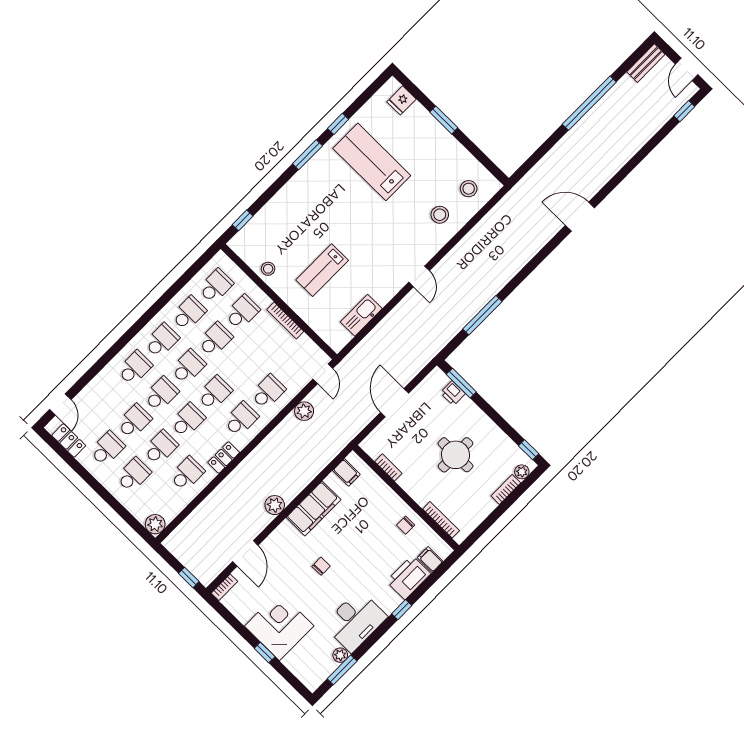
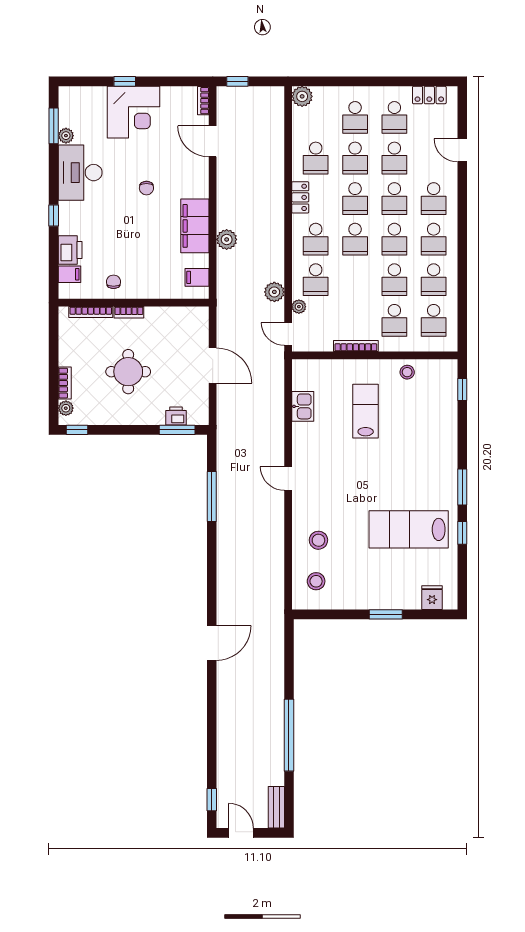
lab bench: (372, 162) -> (409, 529), turned 180
kitchen sink: (361, 315) -> (303, 406), width x0.73
plant: (297, 385) -> (299, 307), added
door: (60, 405) -> (462, 150), moved
bookcase: (388, 467) -> (129, 312), moved
plant: (275, 505) -> (227, 239), moved
printer: (408, 577) -> (70, 250), width x0.73, depth x0.84

